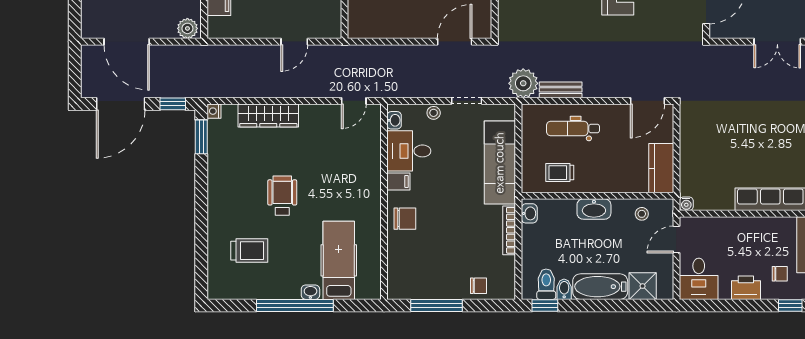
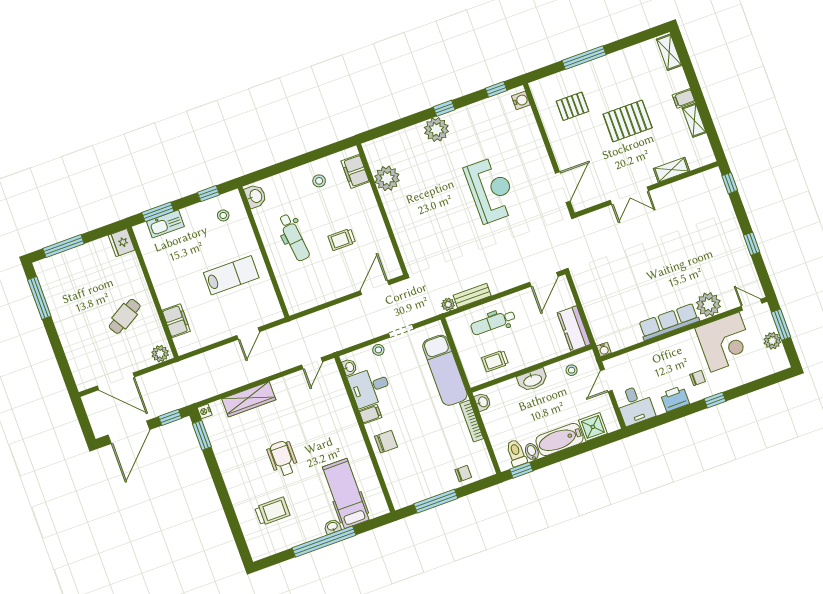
plant: (523, 83) -> (448, 304), width x0.53, depth x0.53

